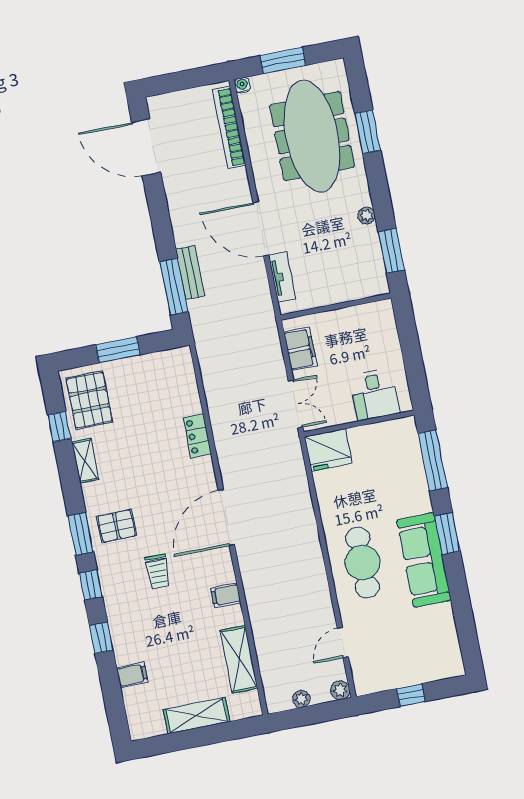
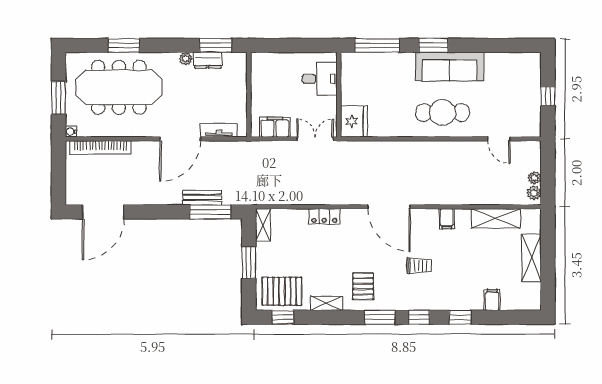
dresser: (370, 244) -> (208, 60), added
shelving: (170, 359) -> (263, 225), added
window: (59, 427) -> (283, 317), moved
pallet: (116, 526) -> (363, 286), moved
plant: (340, 690) -> (534, 193), moved

